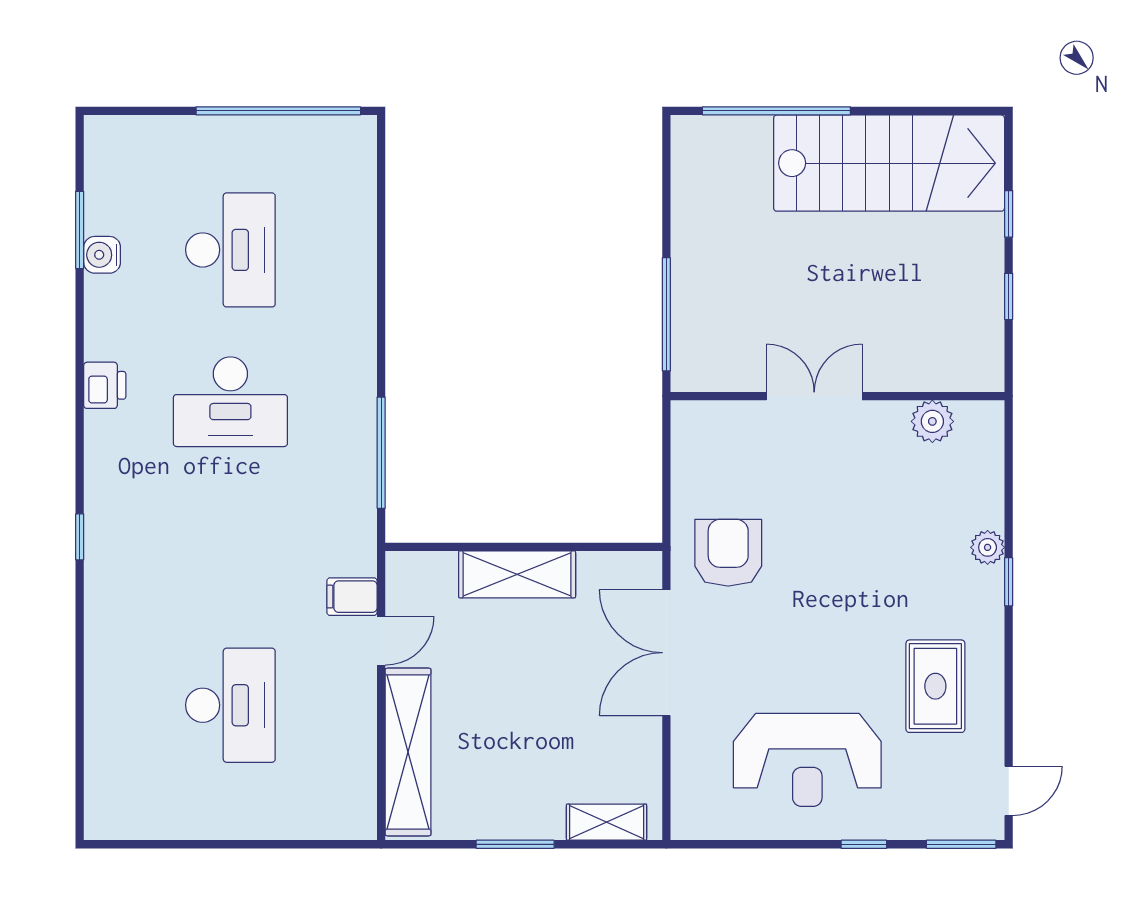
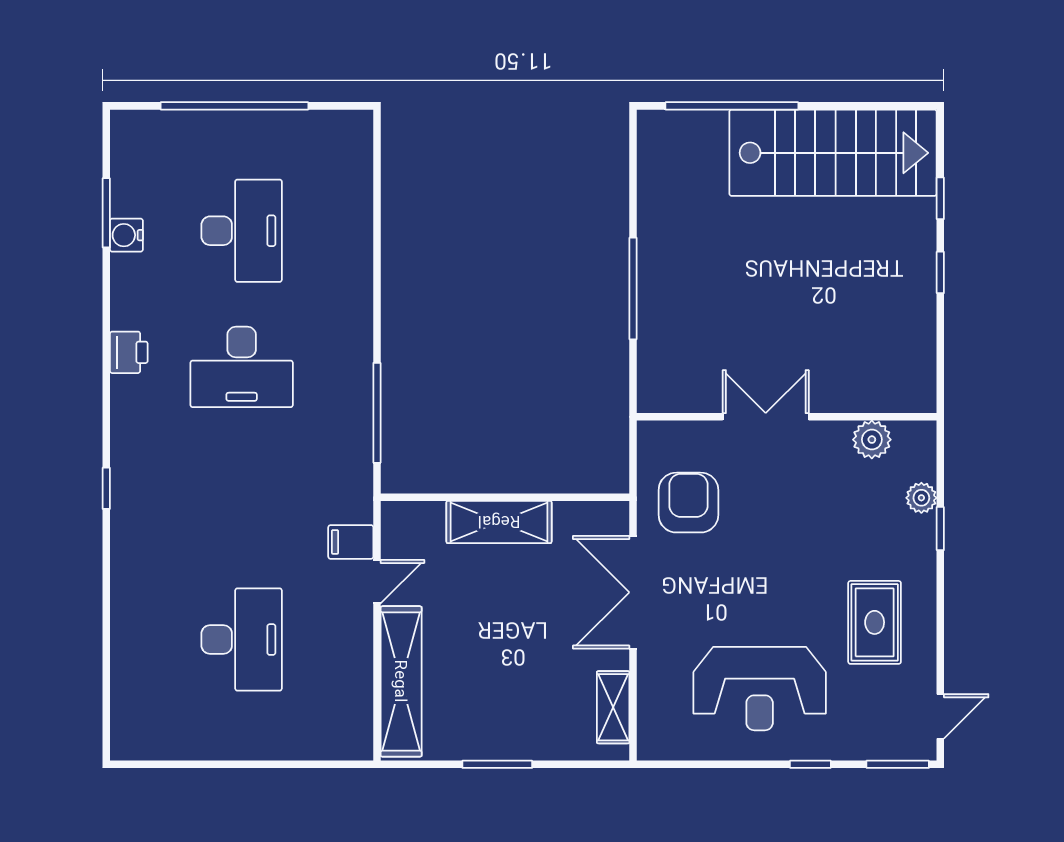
window: (278, 111) -> (234, 106), moved
double door: (814, 396) -> (766, 417), moved
wall: (837, 396) -> (787, 417), moved
plant: (932, 421) -> (872, 440), moved
shelving: (607, 822) -> (613, 707), moved, turned 90

